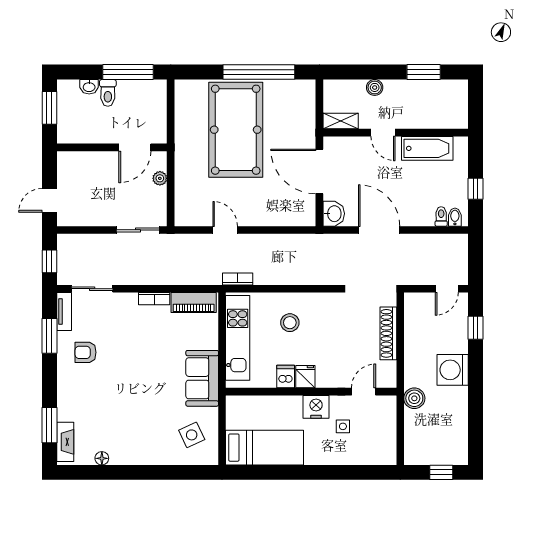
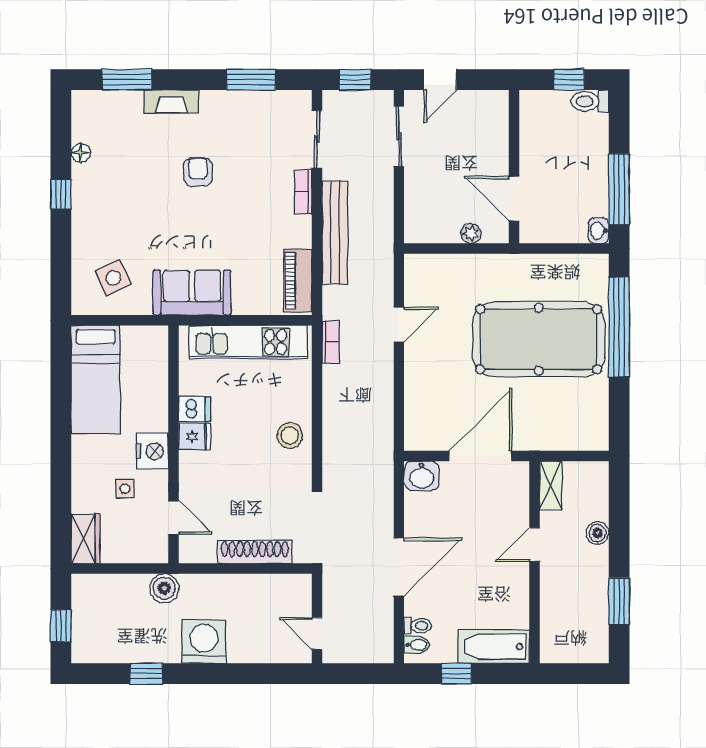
window: (259, 72) -> (619, 327), moved
washbasin: (89, 87) -> (599, 231), moved
toilet: (108, 93) -> (590, 101), moved
window: (49, 108) -> (569, 80), width x0.67
bathtub: (427, 148) -> (494, 646), moved, turned 90
door: (49, 200) -> (440, 80), swing flipped
sliding door: (138, 230) -> (399, 136), moved
door: (379, 230) -> (399, 567), moved
bench: (159, 276) -> (335, 232), added
bookcase: (154, 299) -> (303, 192), moved
tv unit: (64, 311) -> (285, 100), removed
stool: (290, 323) -> (290, 436), moved
window: (475, 328) -> (146, 674), moved
armchair: (86, 352) -> (198, 172), moved
fireplace: (65, 442) -> (171, 102), moved
wardrobe: (379, 455) -> (86, 539), added
window: (132, 472) -> (61, 194), added

